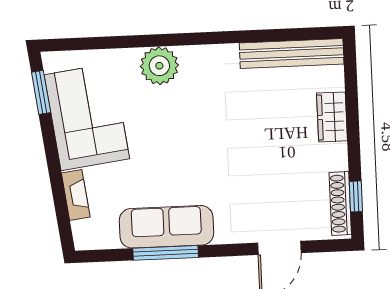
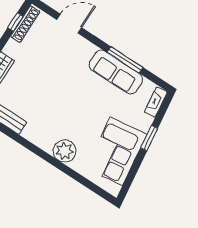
window: (41, 92) -> (149, 138), moved
fireplace: (76, 195) -> (156, 102), moved

